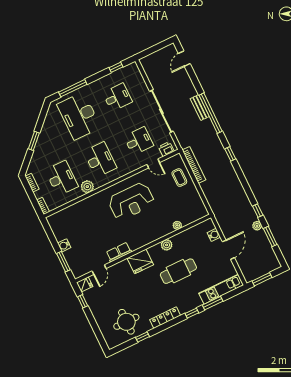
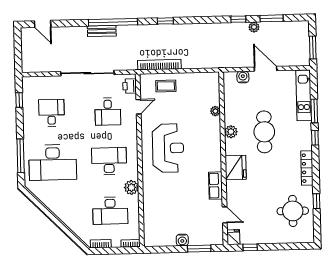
window: (34, 141) -> (58, 222), removed
desk: (139, 141) -> (108, 112), turned 180
desk: (62, 178) -> (110, 211), turned 180

